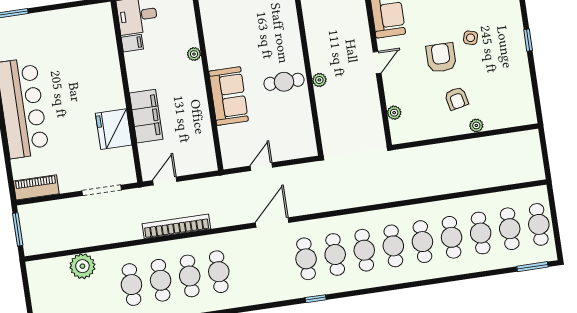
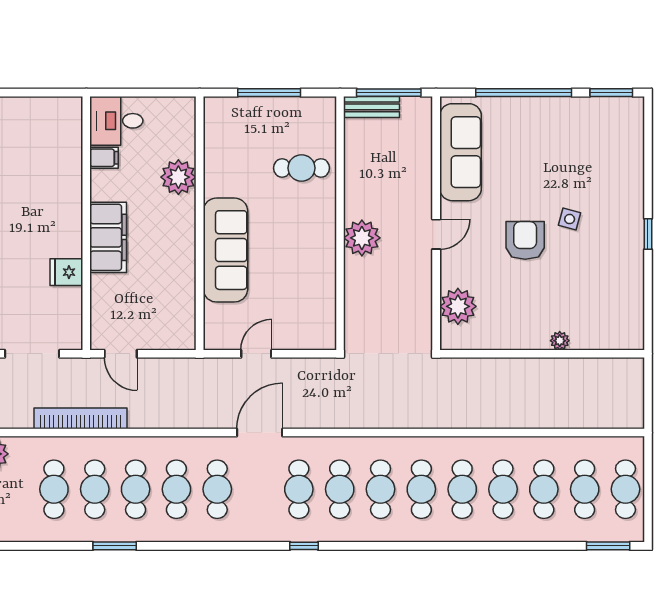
plant: (194, 54) -> (178, 177), width x1.88, depth x1.88
plant: (319, 80) -> (362, 238), width x1.88, depth x1.88
cafe table: (284, 82) -> (302, 168), moved
sofa: (229, 96) -> (225, 250), width x1.36
armchair: (457, 99) -> (538, 300), removed
plant: (394, 113) -> (458, 306), width x1.88, depth x1.88
filing cabinet: (146, 116) -> (108, 237), moved
fridge: (114, 129) -> (66, 272), width x0.53, depth x0.75
door: (165, 181) -> (121, 354), swing flipped
bookcase: (176, 226) -> (81, 418), moved
cafe table: (248, 267) -> (217, 489), added

